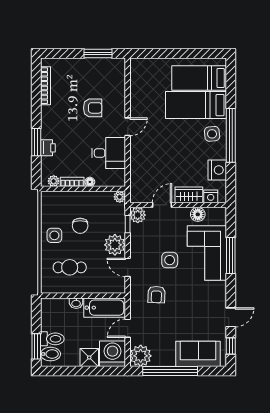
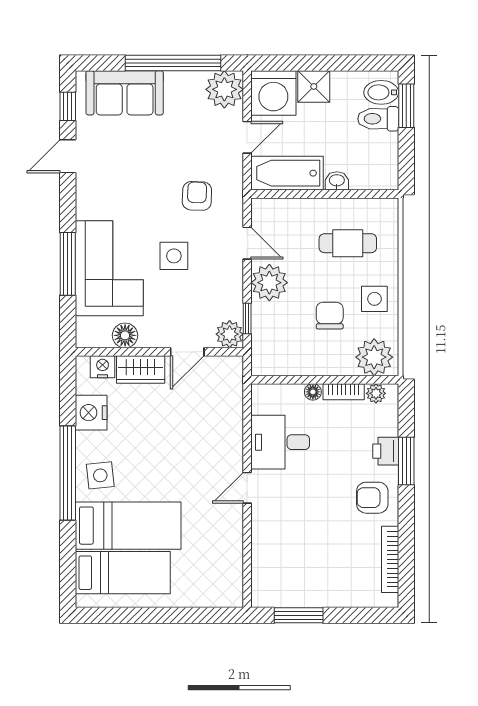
armchair: (93, 108) -> (372, 498), moved
plant: (120, 197) -> (374, 357), moved, width x1.88, depth x1.88

